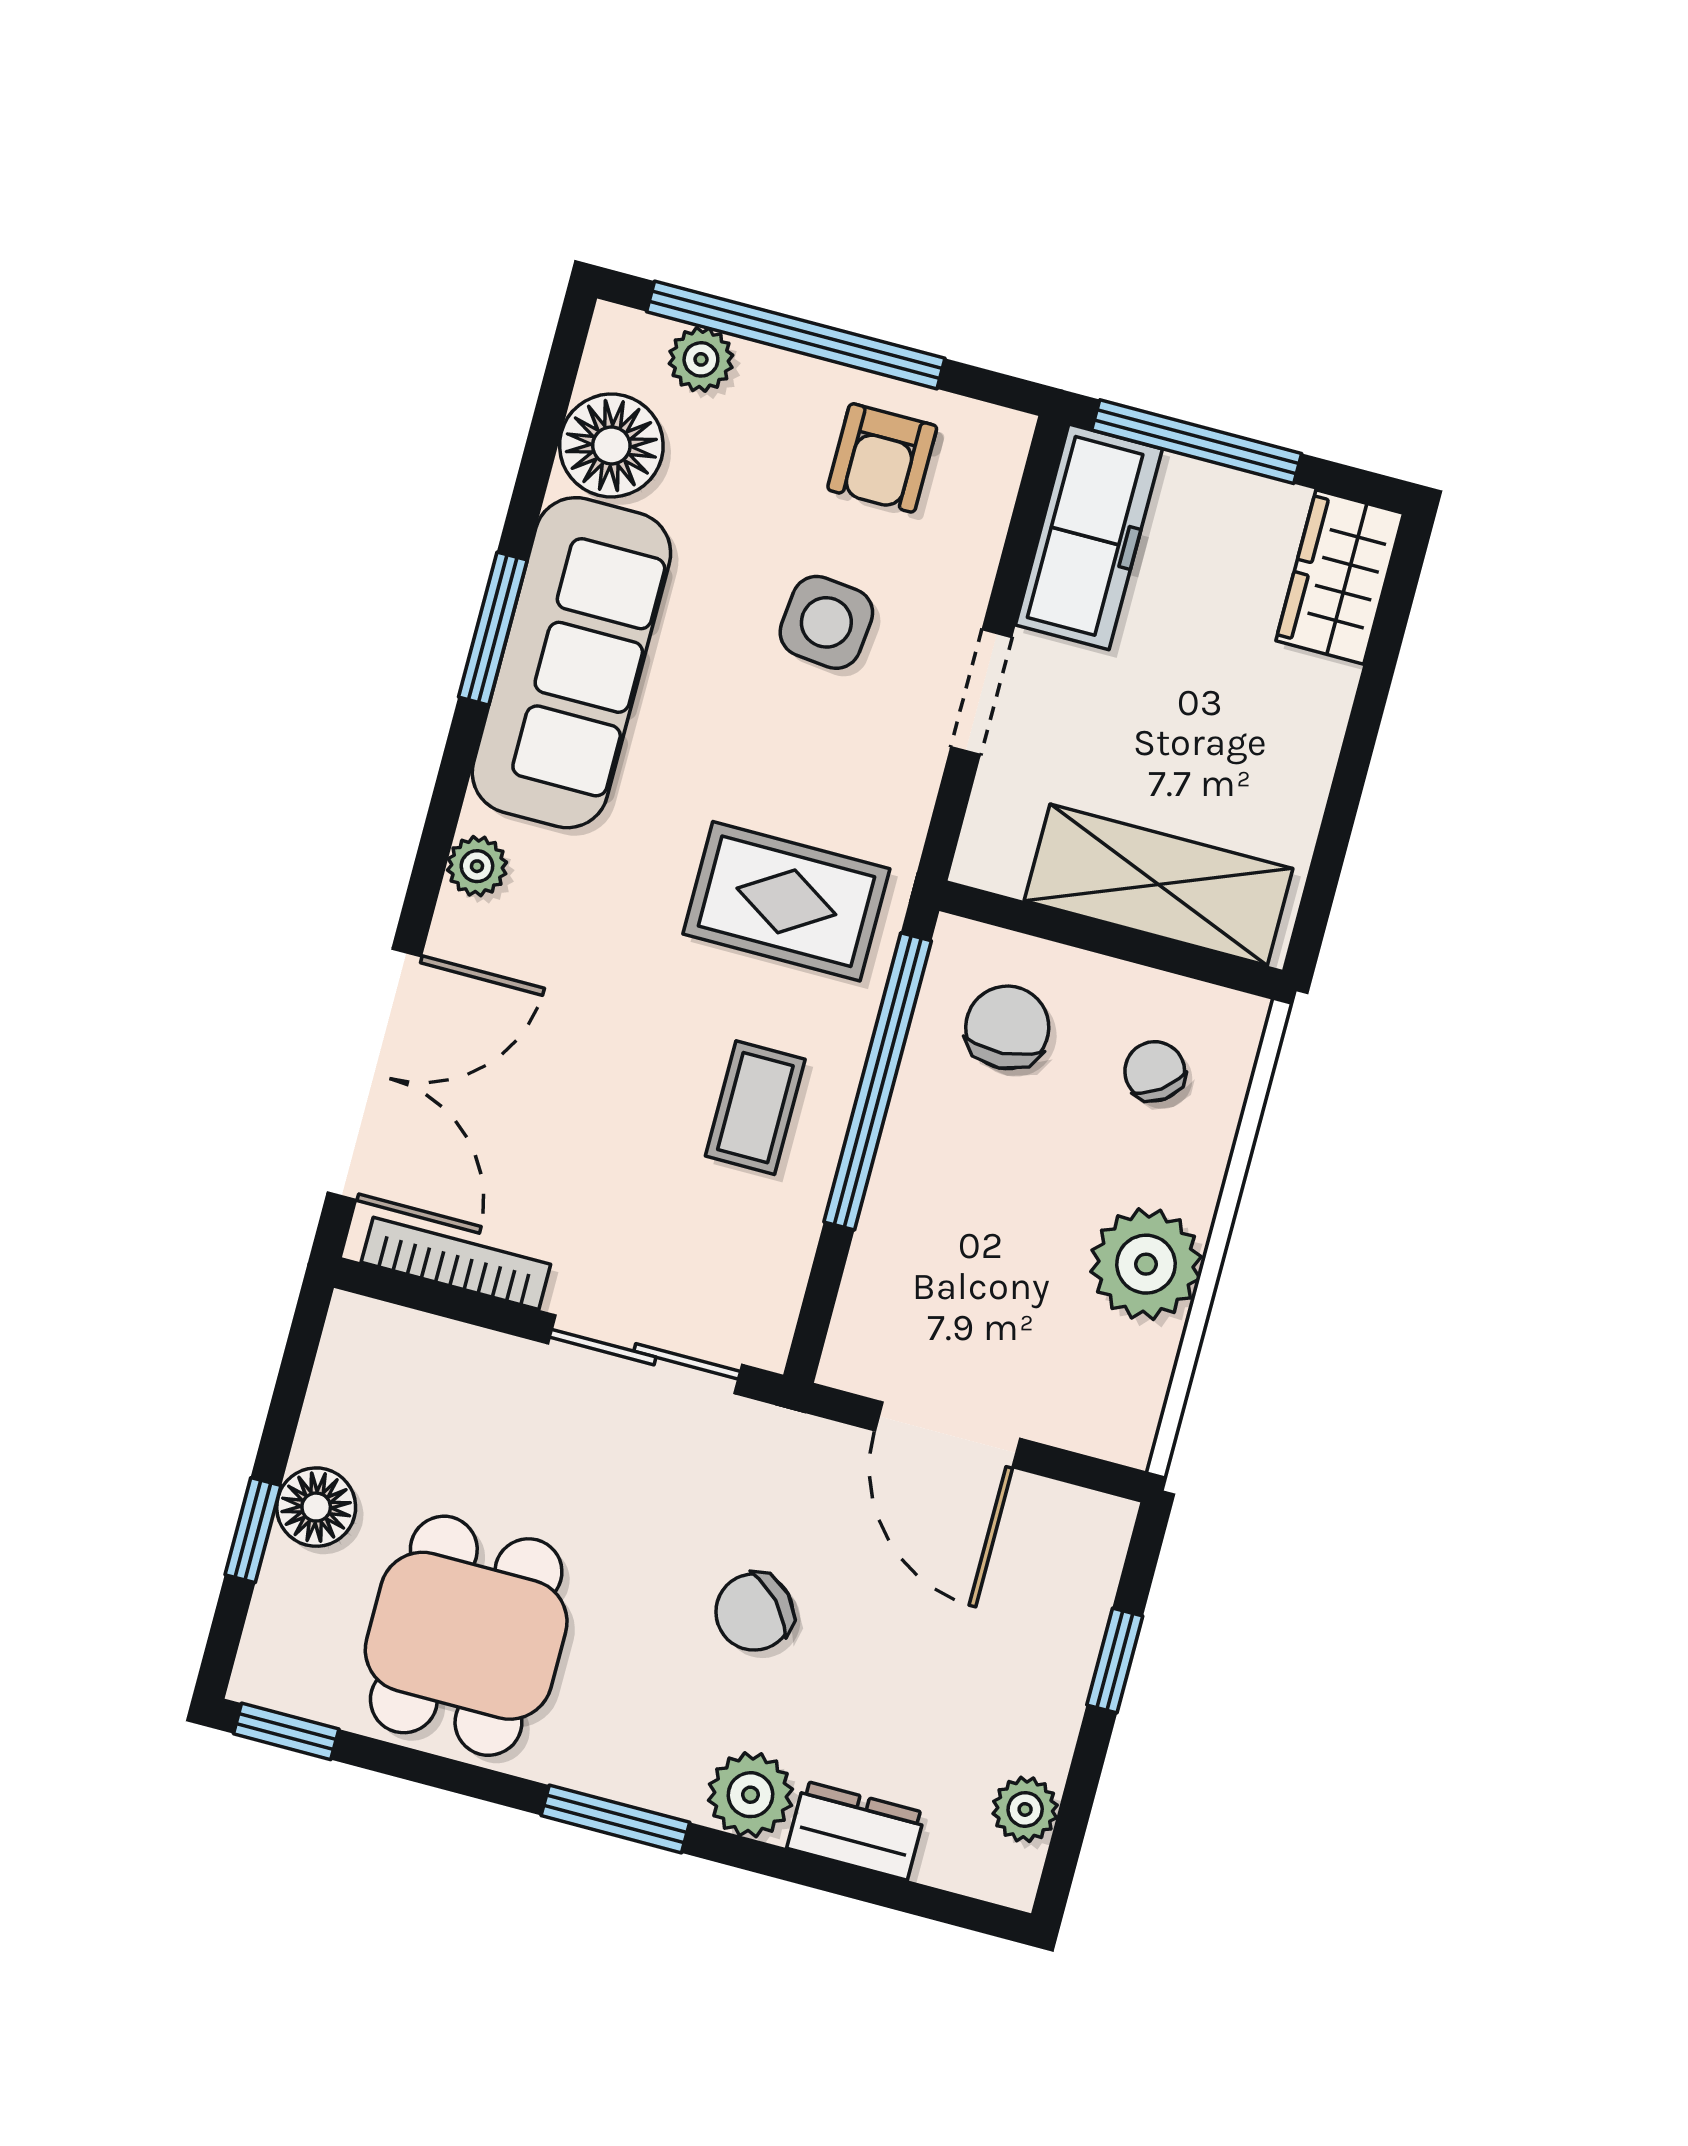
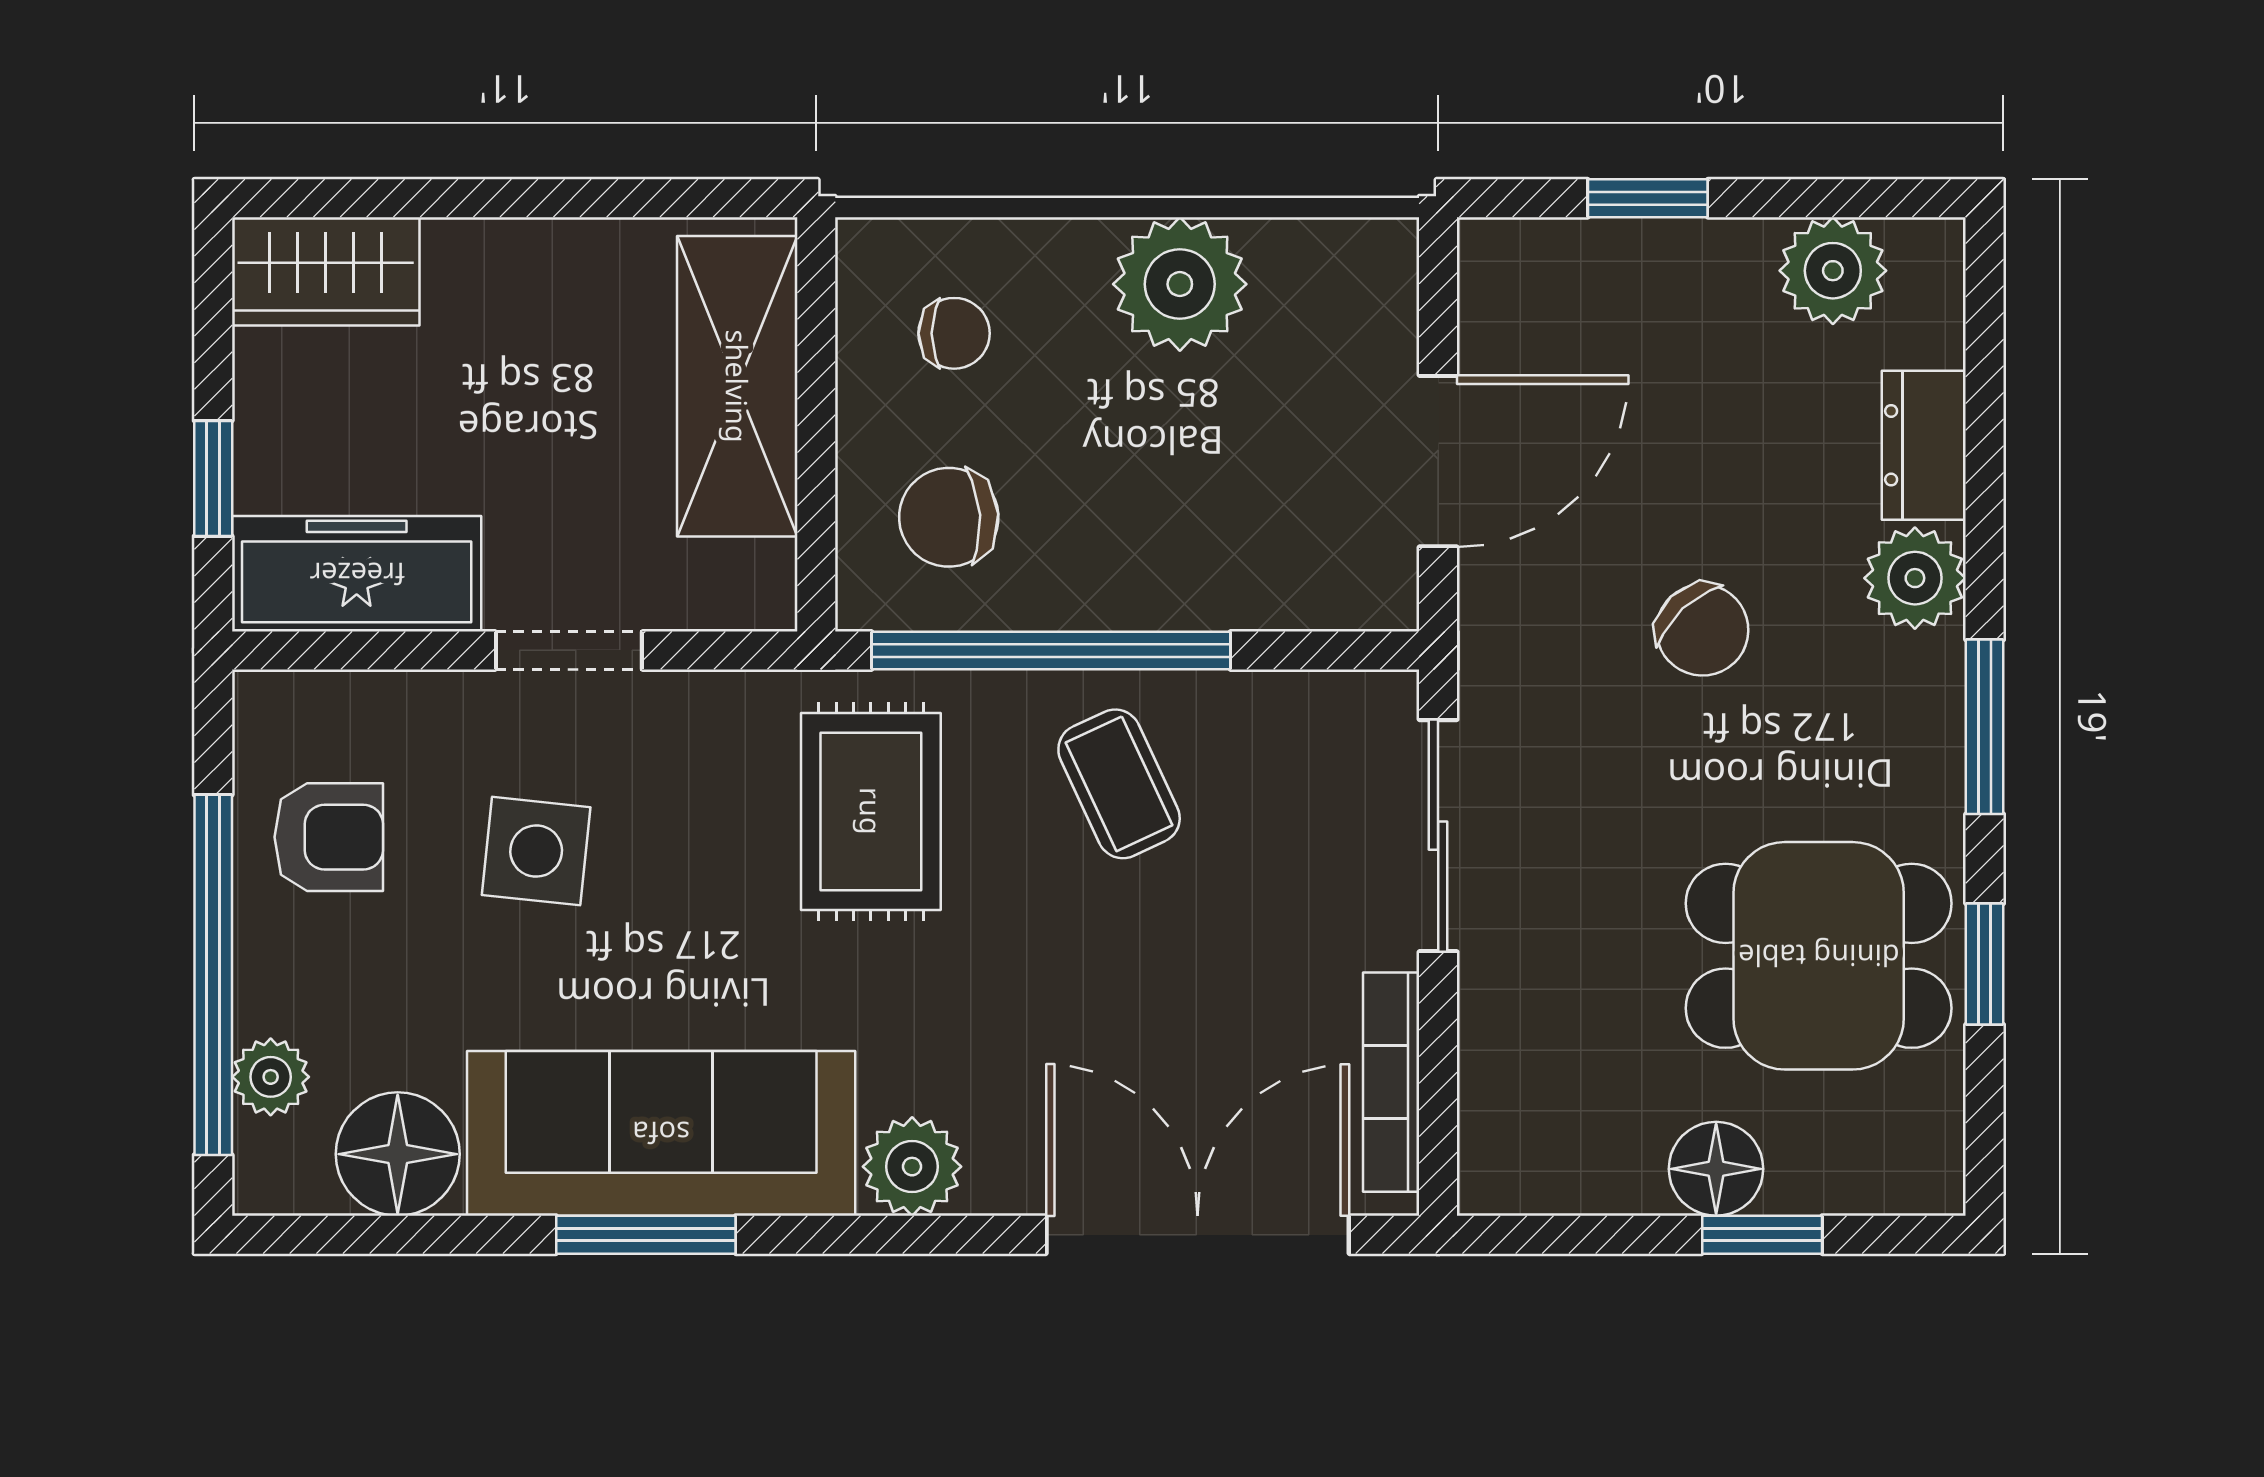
window: (1197, 442) -> (213, 478), width x0.46
plant: (477, 866) -> (912, 1167), width x1.38, depth x1.38
chair: (1155, 1071) -> (954, 333), turned -144
coffee table: (755, 1108) -> (1119, 784), turned 65
window: (286, 1731) -> (1985, 964), moved
plant: (1025, 1809) -> (1833, 271), width x1.38, depth x1.38

